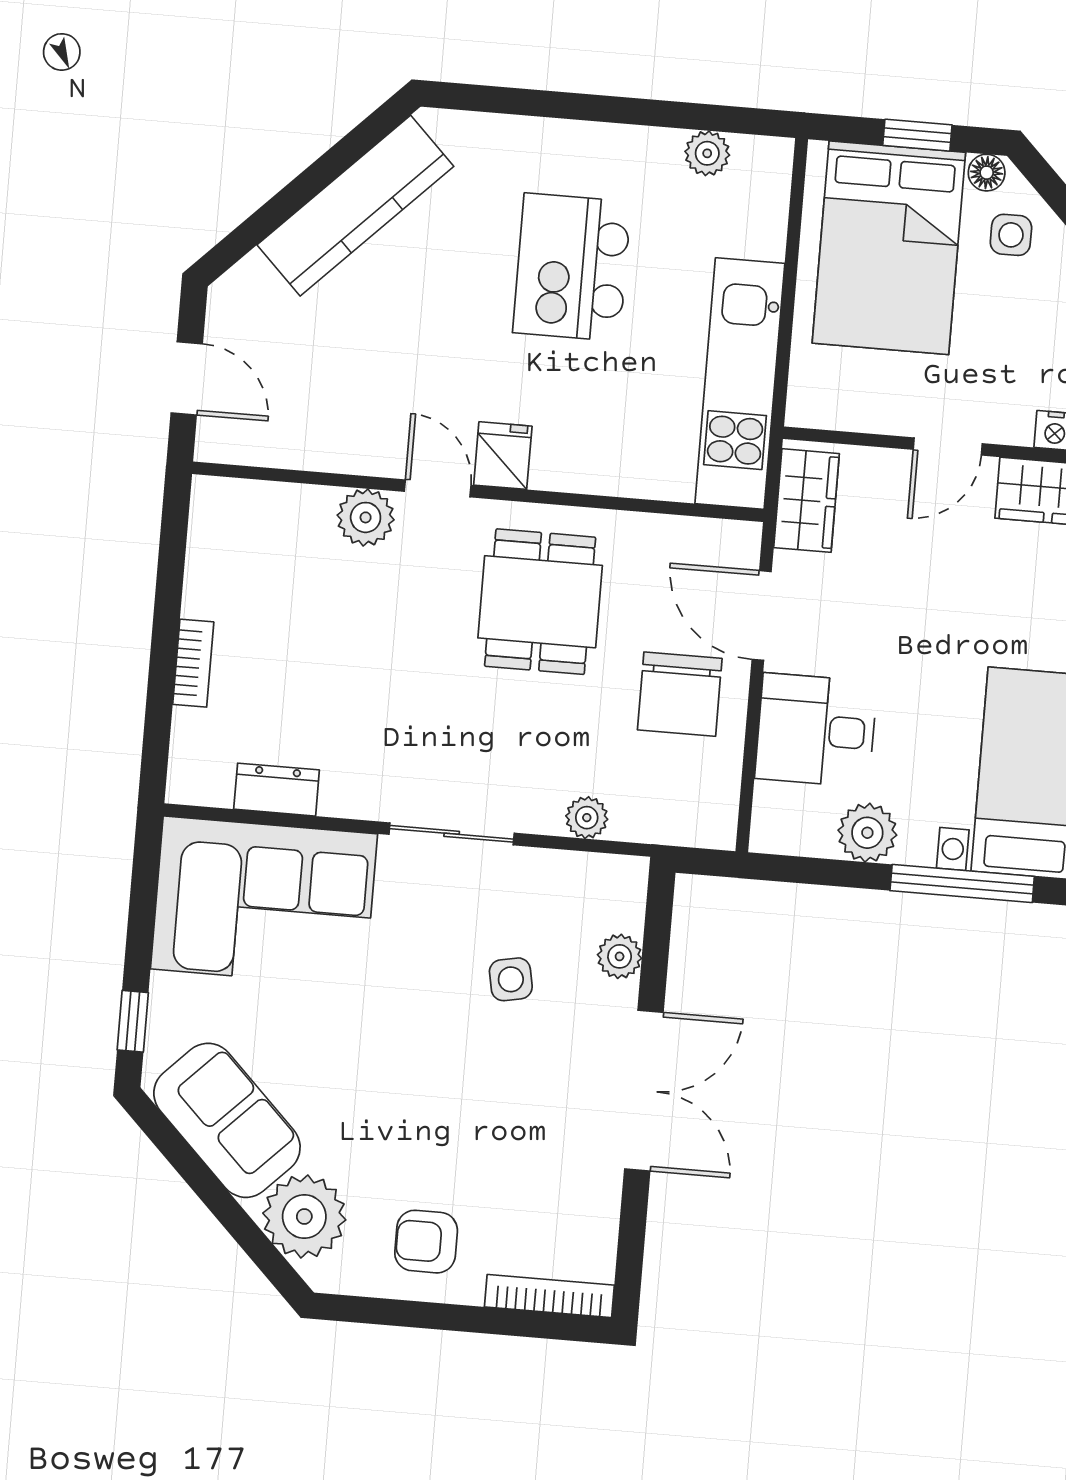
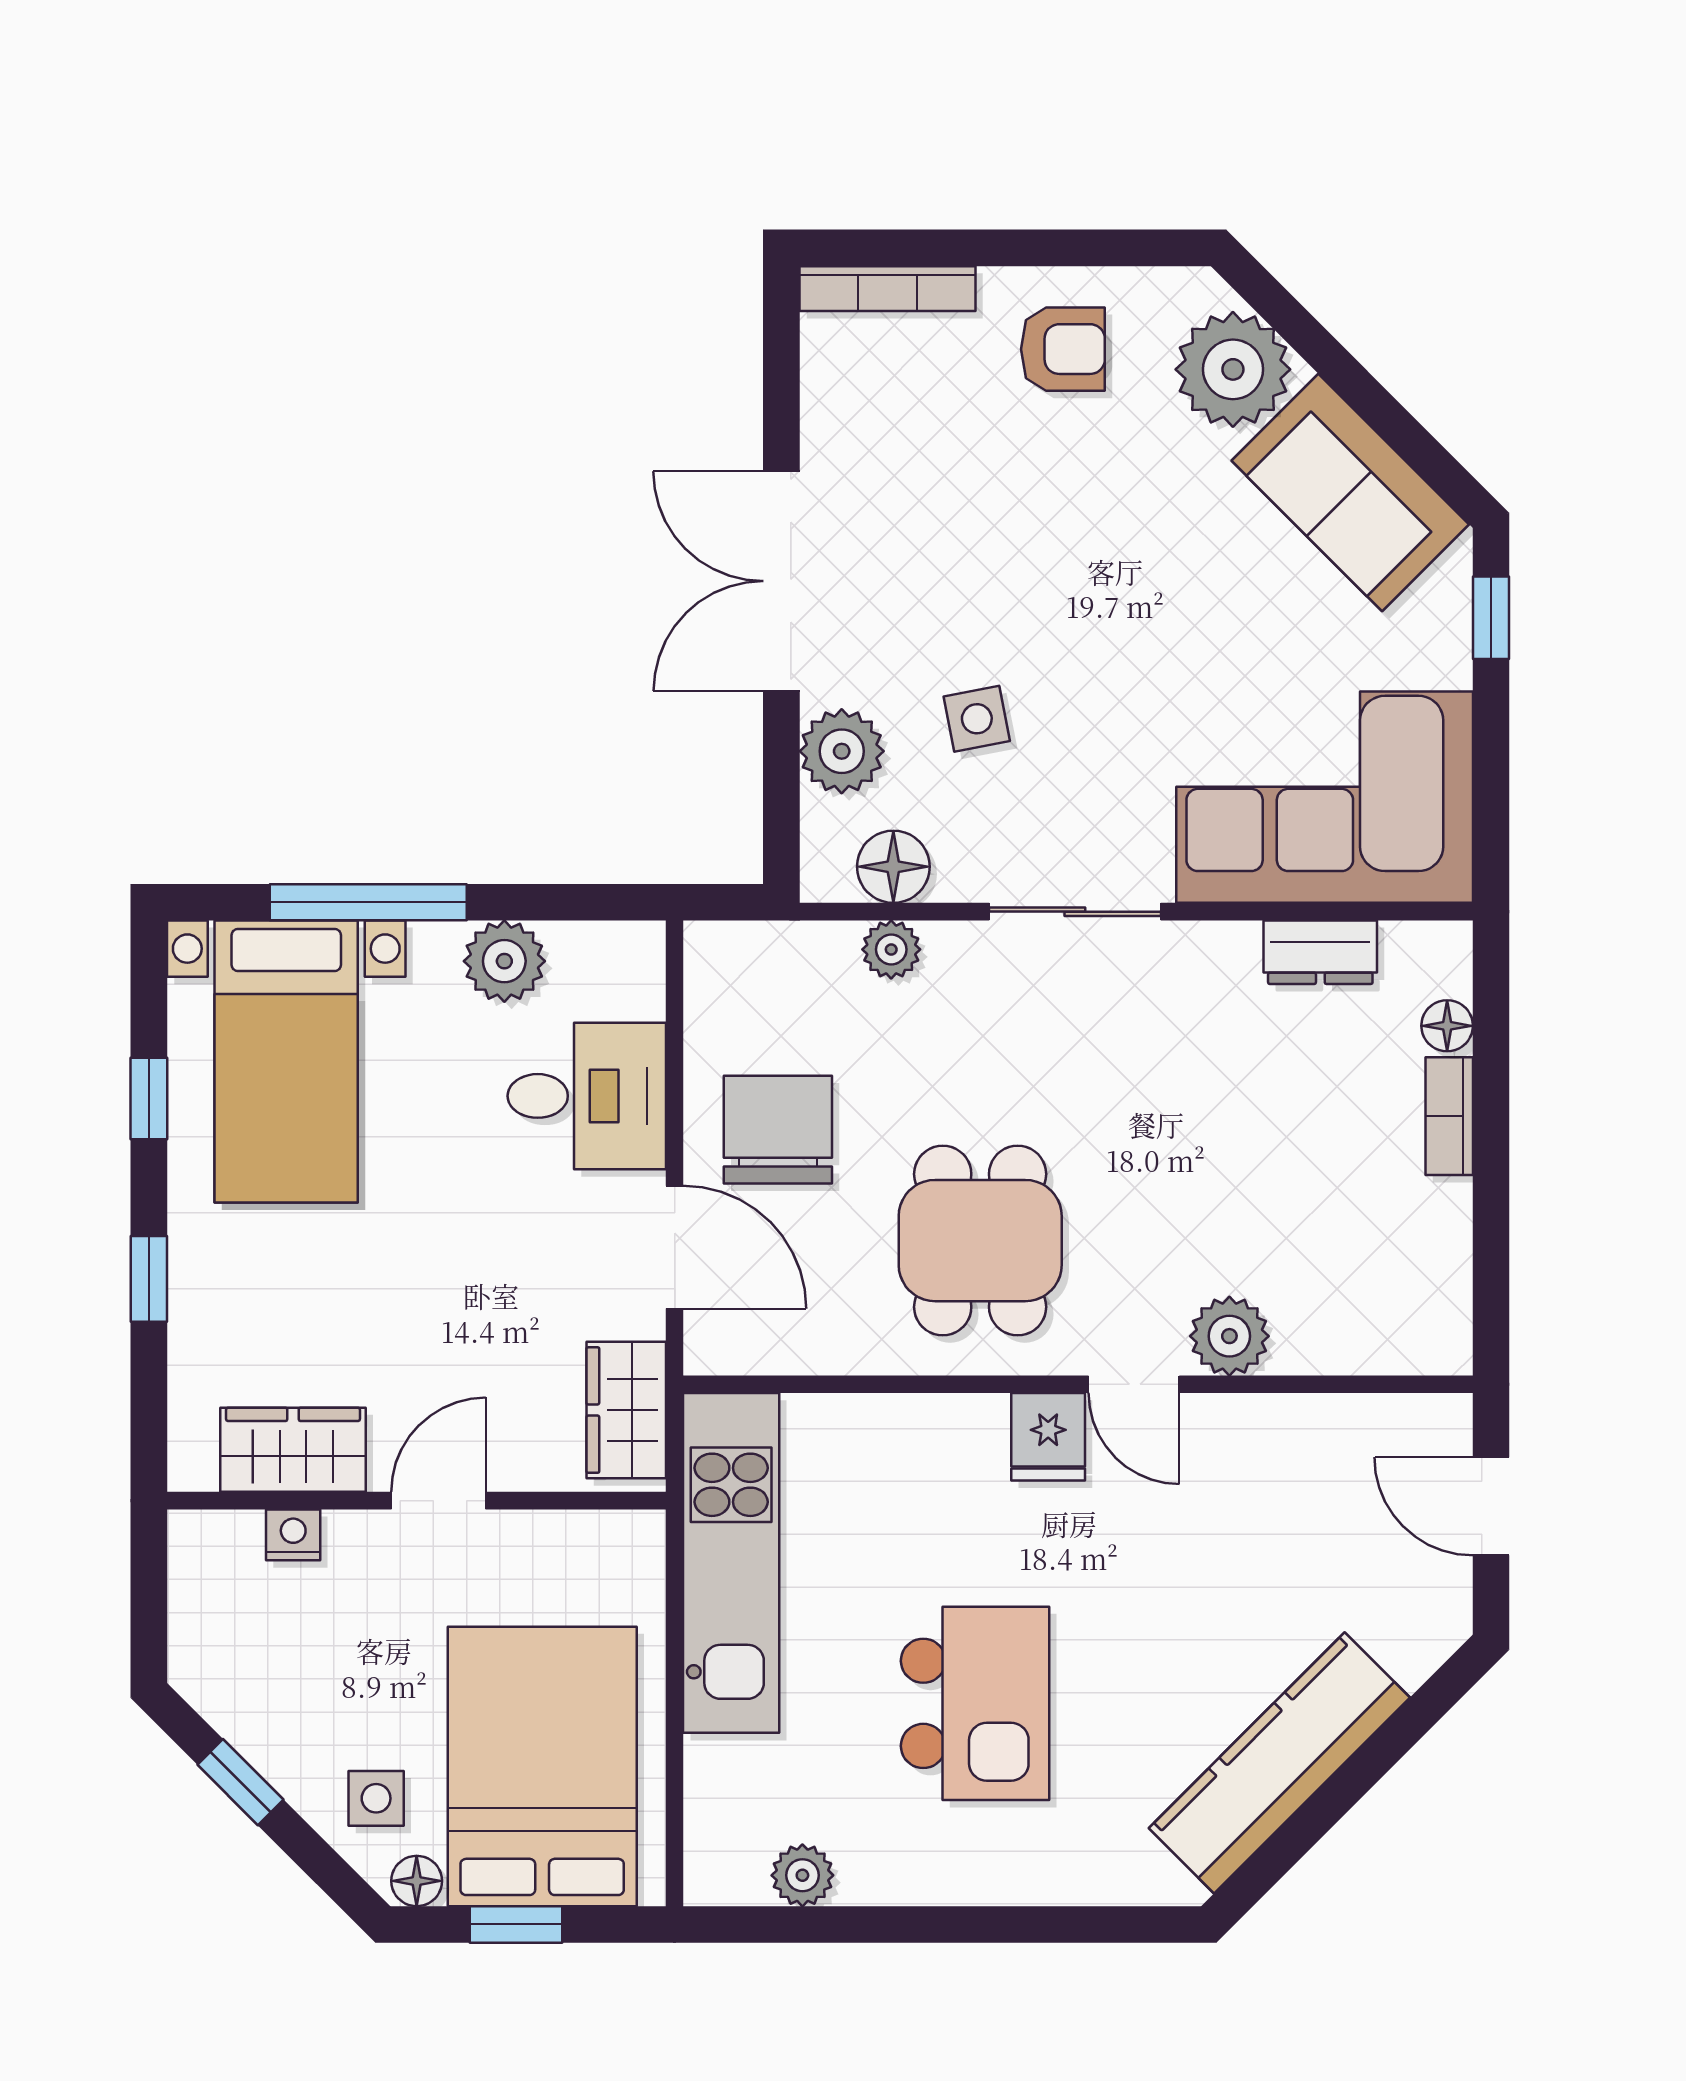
floor lamp: (189, 729) -> (1447, 1026), added
floor lamp: (580, 877) -> (893, 867), added
plant: (620, 956) -> (842, 751), width x1.38, depth x1.38

